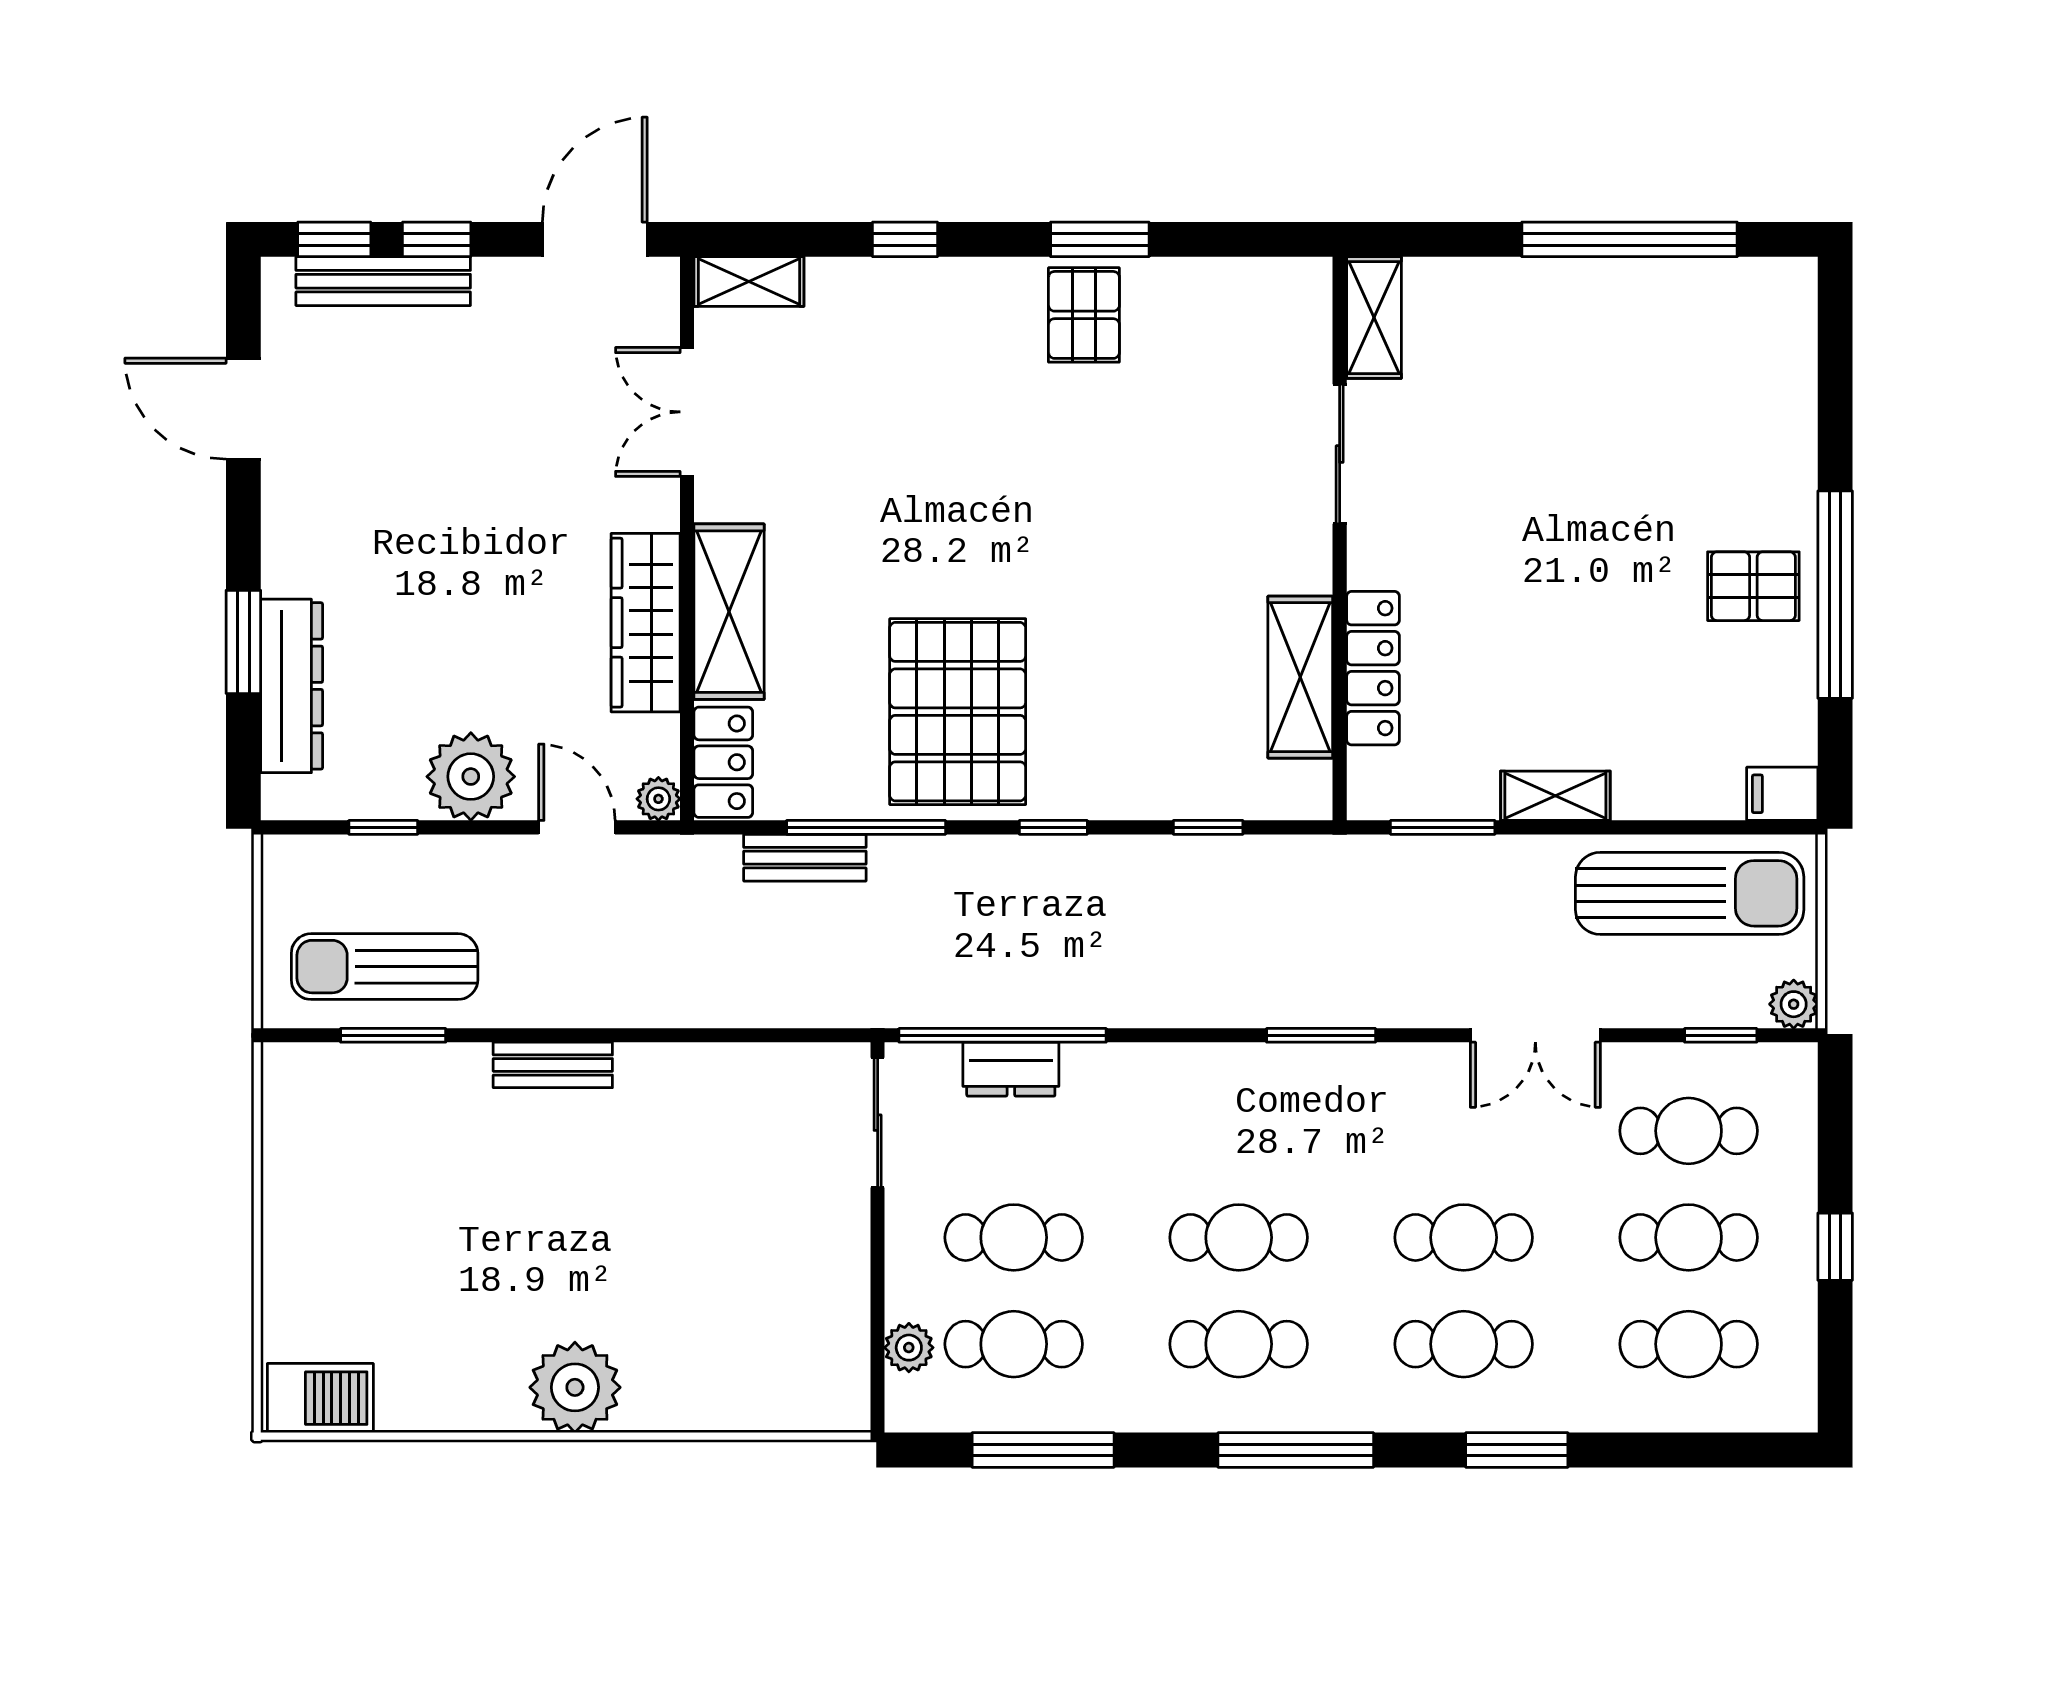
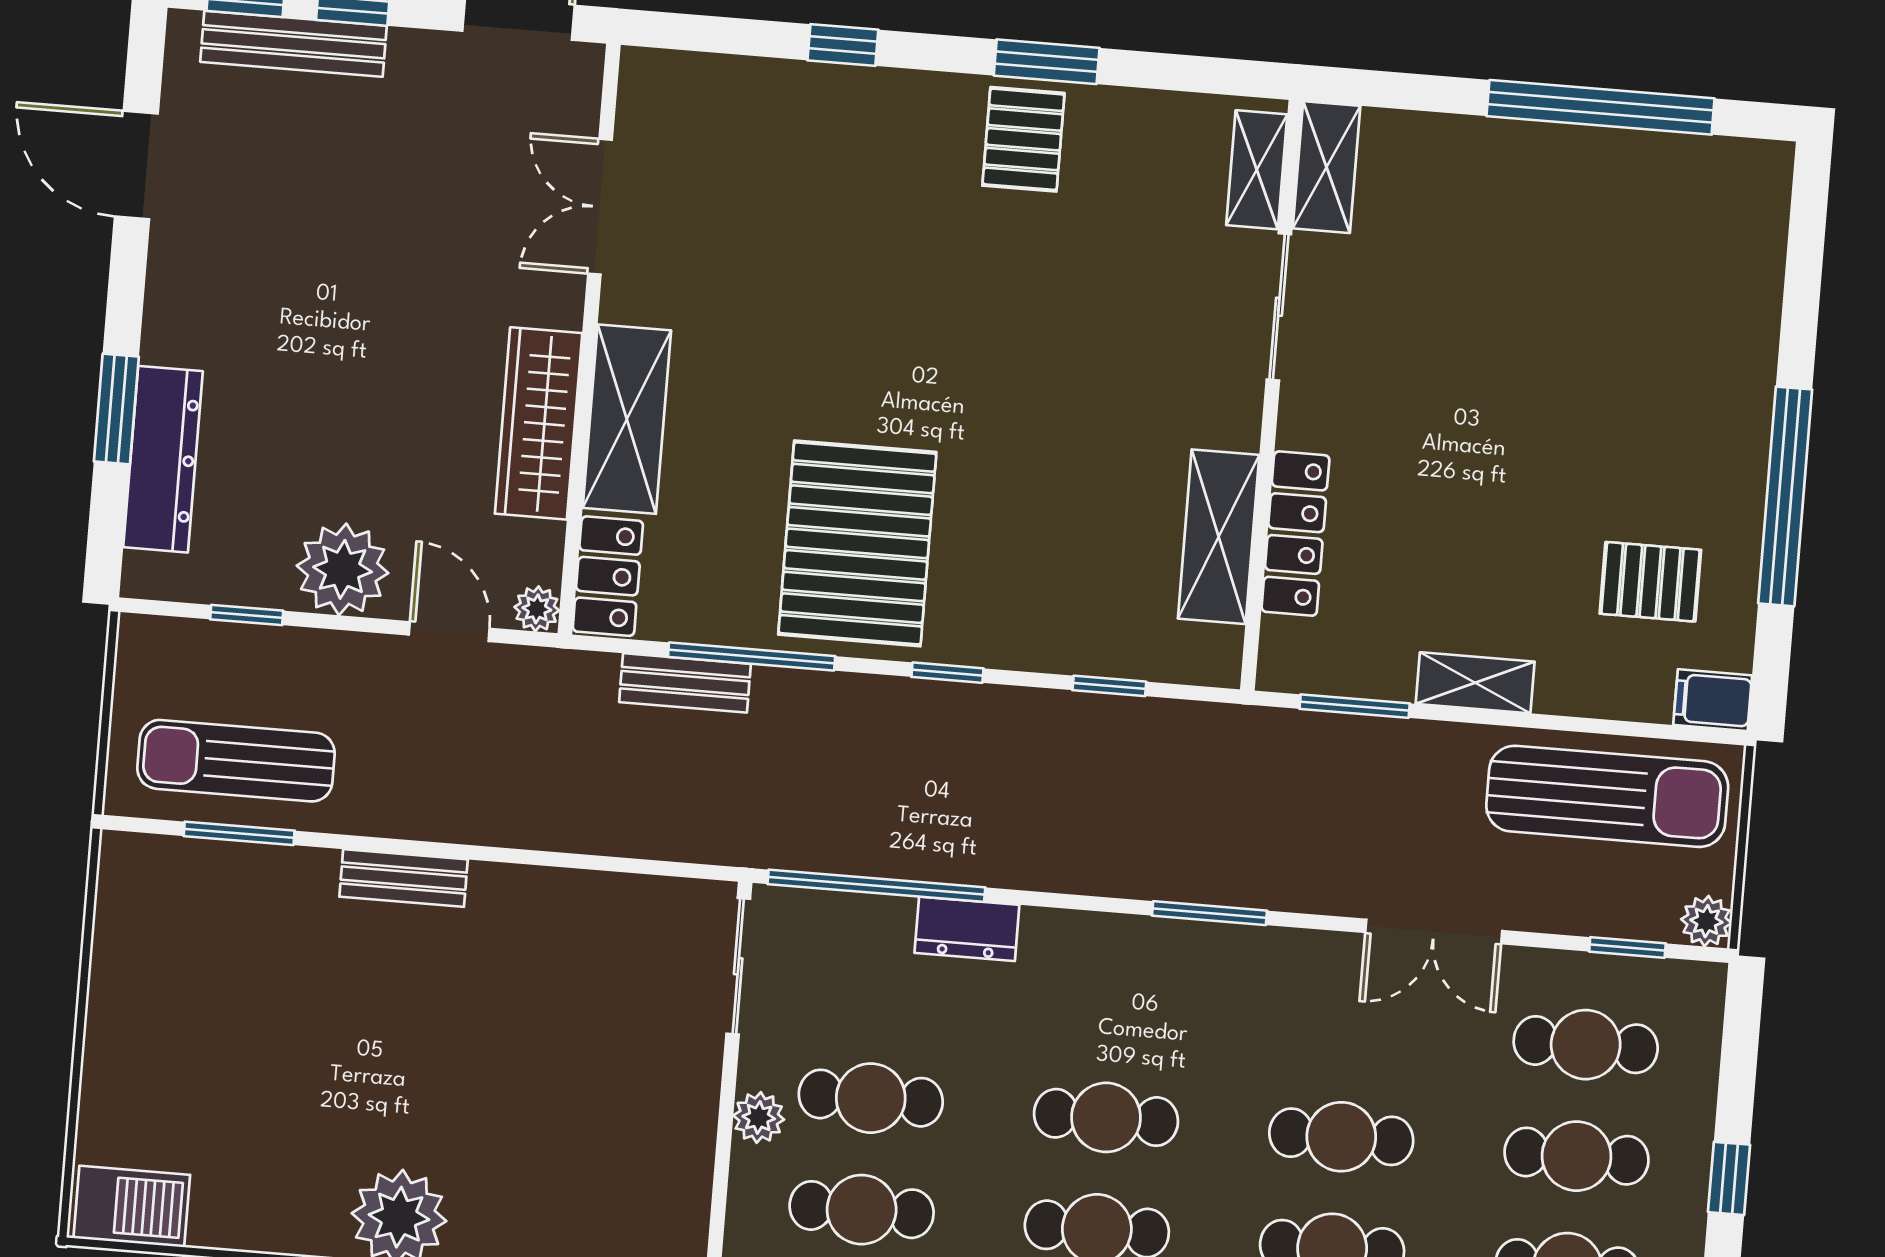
shelving: (749, 282) -> (1257, 170), moved, turned 90
pallet: (1753, 586) -> (1650, 582), moved
dresser: (1011, 1069) -> (967, 929), moved
plant: (909, 1348) -> (759, 1117), moved

